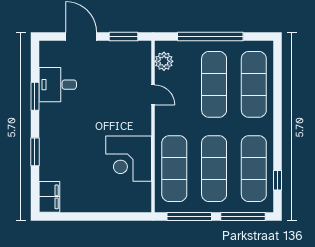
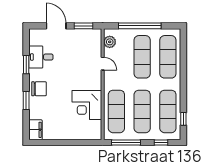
chair: (55, 134) -> (39, 89), added
window: (243, 216) -> (161, 142), width x0.46

